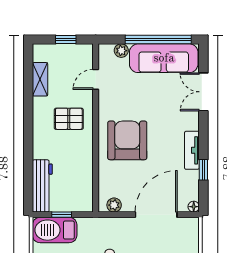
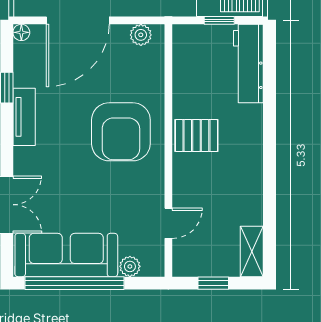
shelving: (40, 79) -> (252, 252), moved
pallet: (69, 119) -> (196, 136), moved

